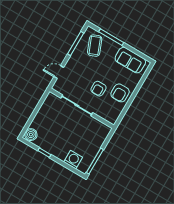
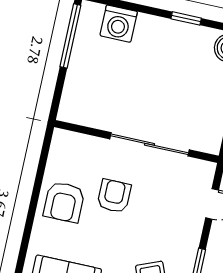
armchair: (120, 93) -> (64, 202), turned 180

